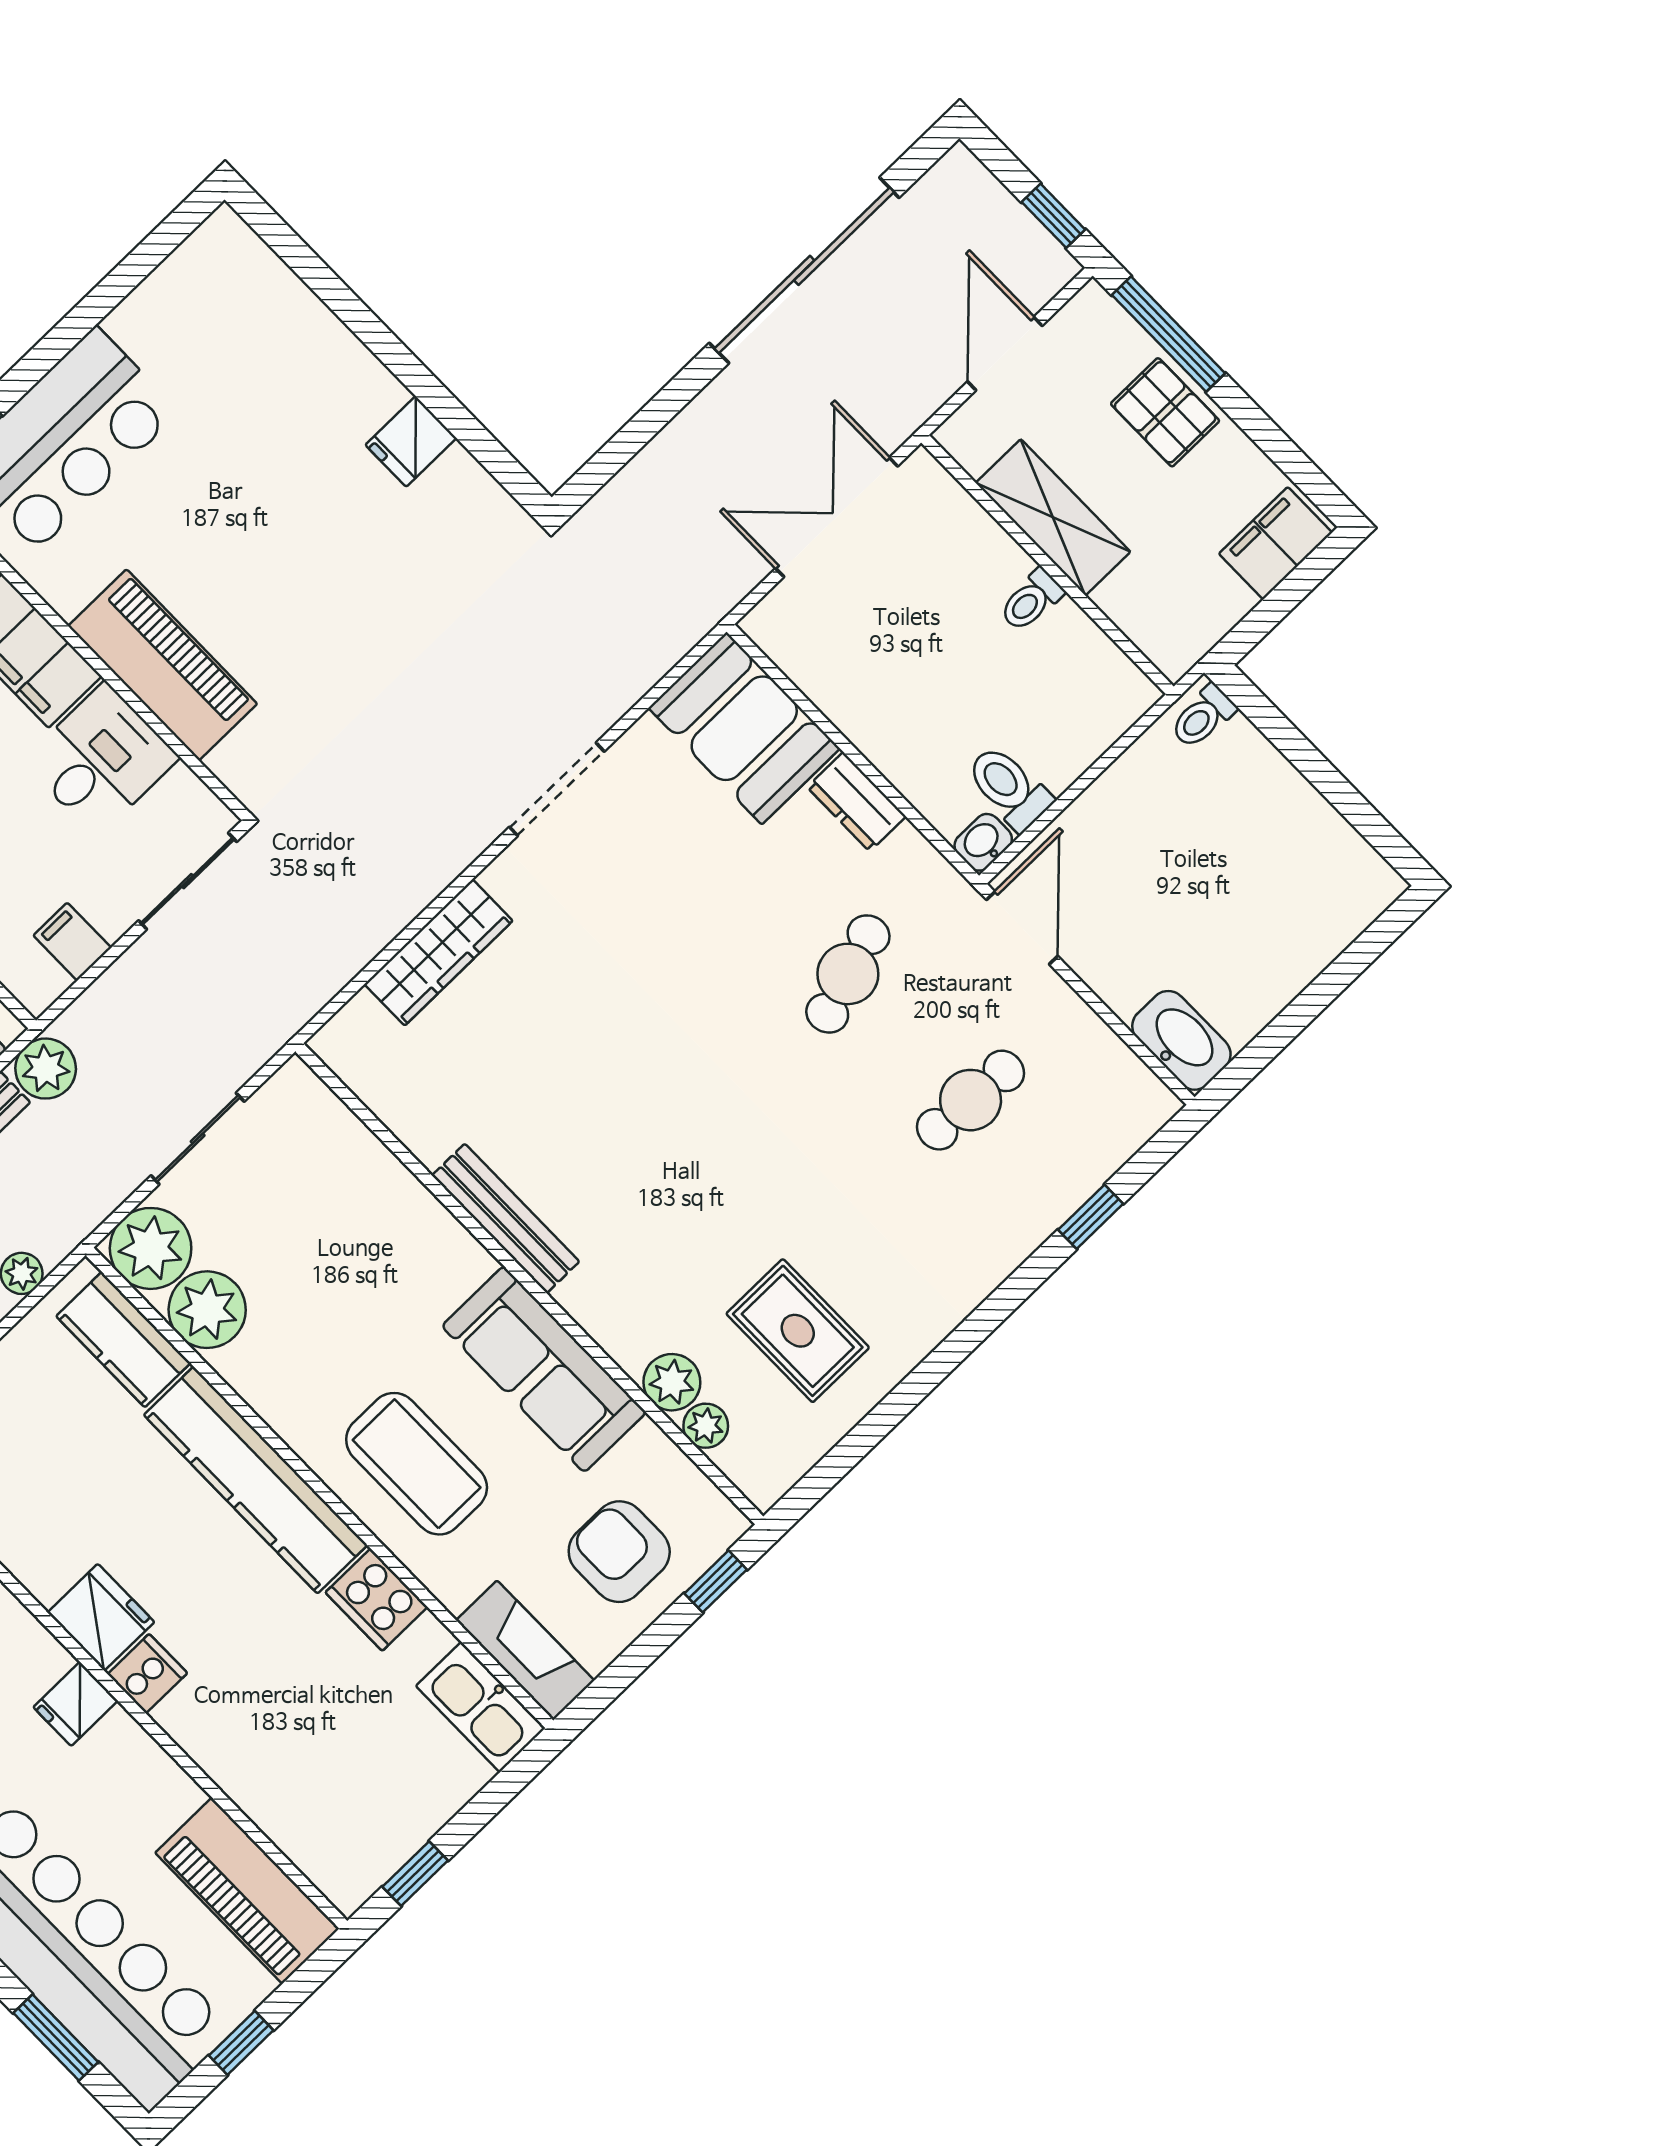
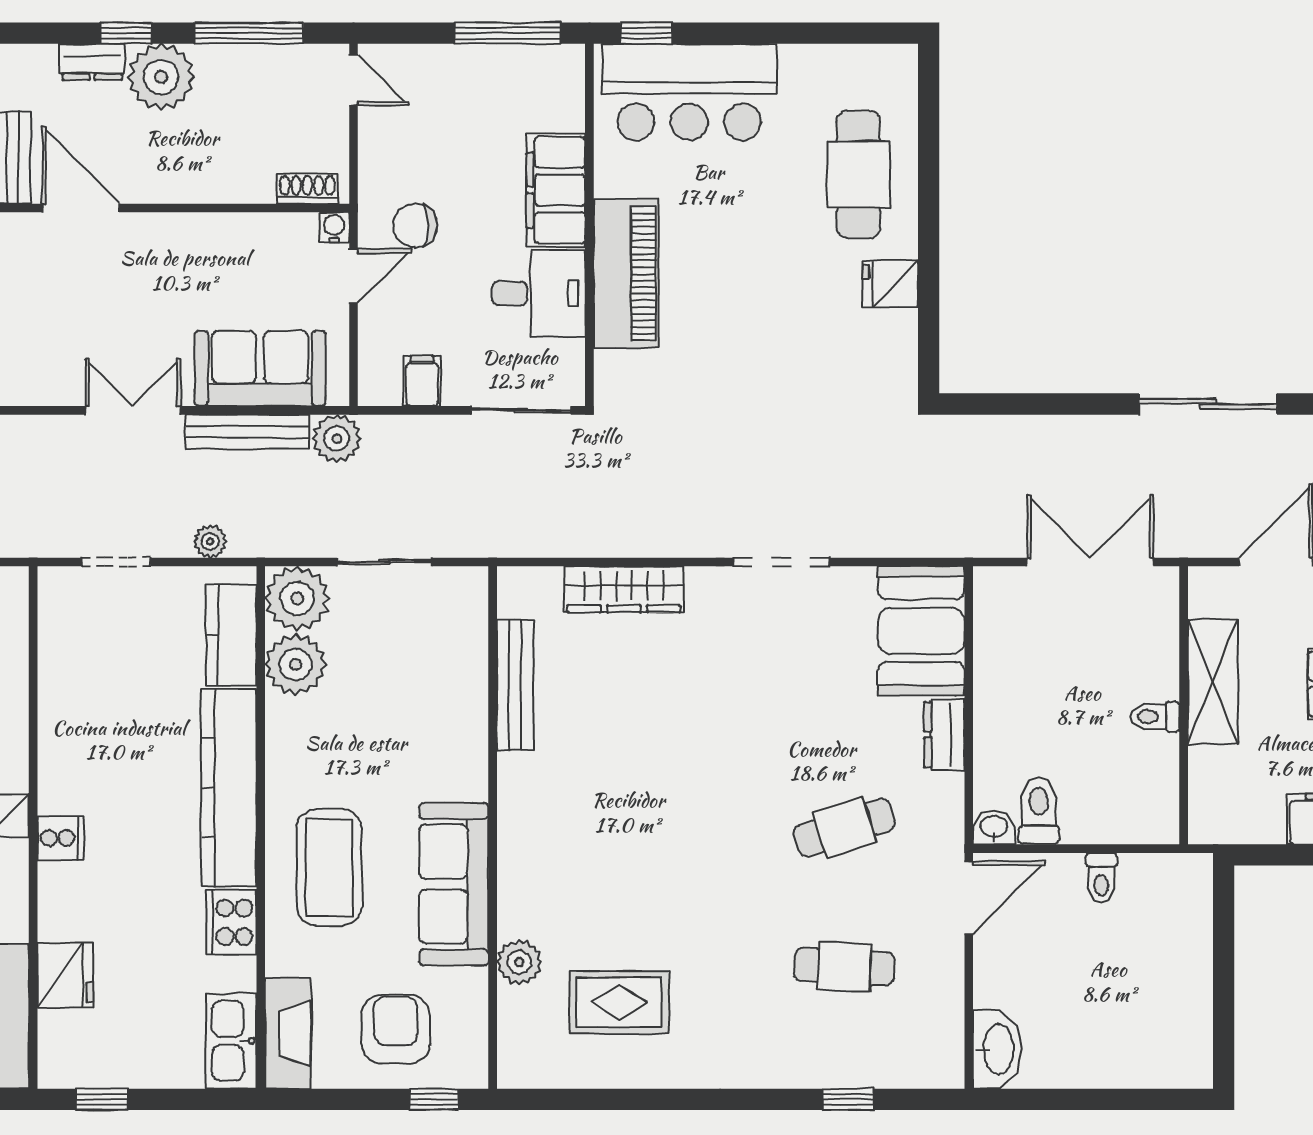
sliding door: (804, 270) -> (1208, 404), width x0.73
cafe table: (286, 370) -> (858, 175), added
toilet: (1203, 717) -> (1101, 878), moved, turned -90
bench: (505, 1219) -> (515, 685), moved
rug: (798, 1331) -> (619, 1002), turned 90
plant: (706, 1426) -> (514, 1005), removed
fridge: (101, 1617) -> (65, 975), moved

